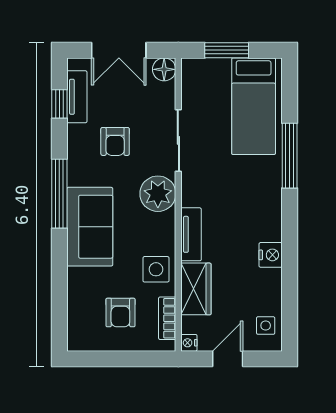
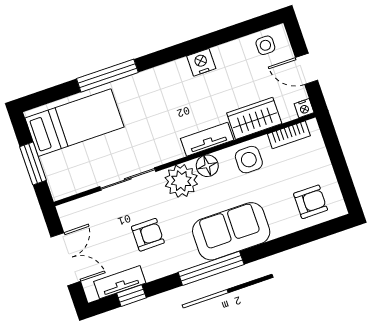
floor lamp: (164, 69) -> (207, 166), moved
armchair: (120, 312) -> (311, 202), moved

